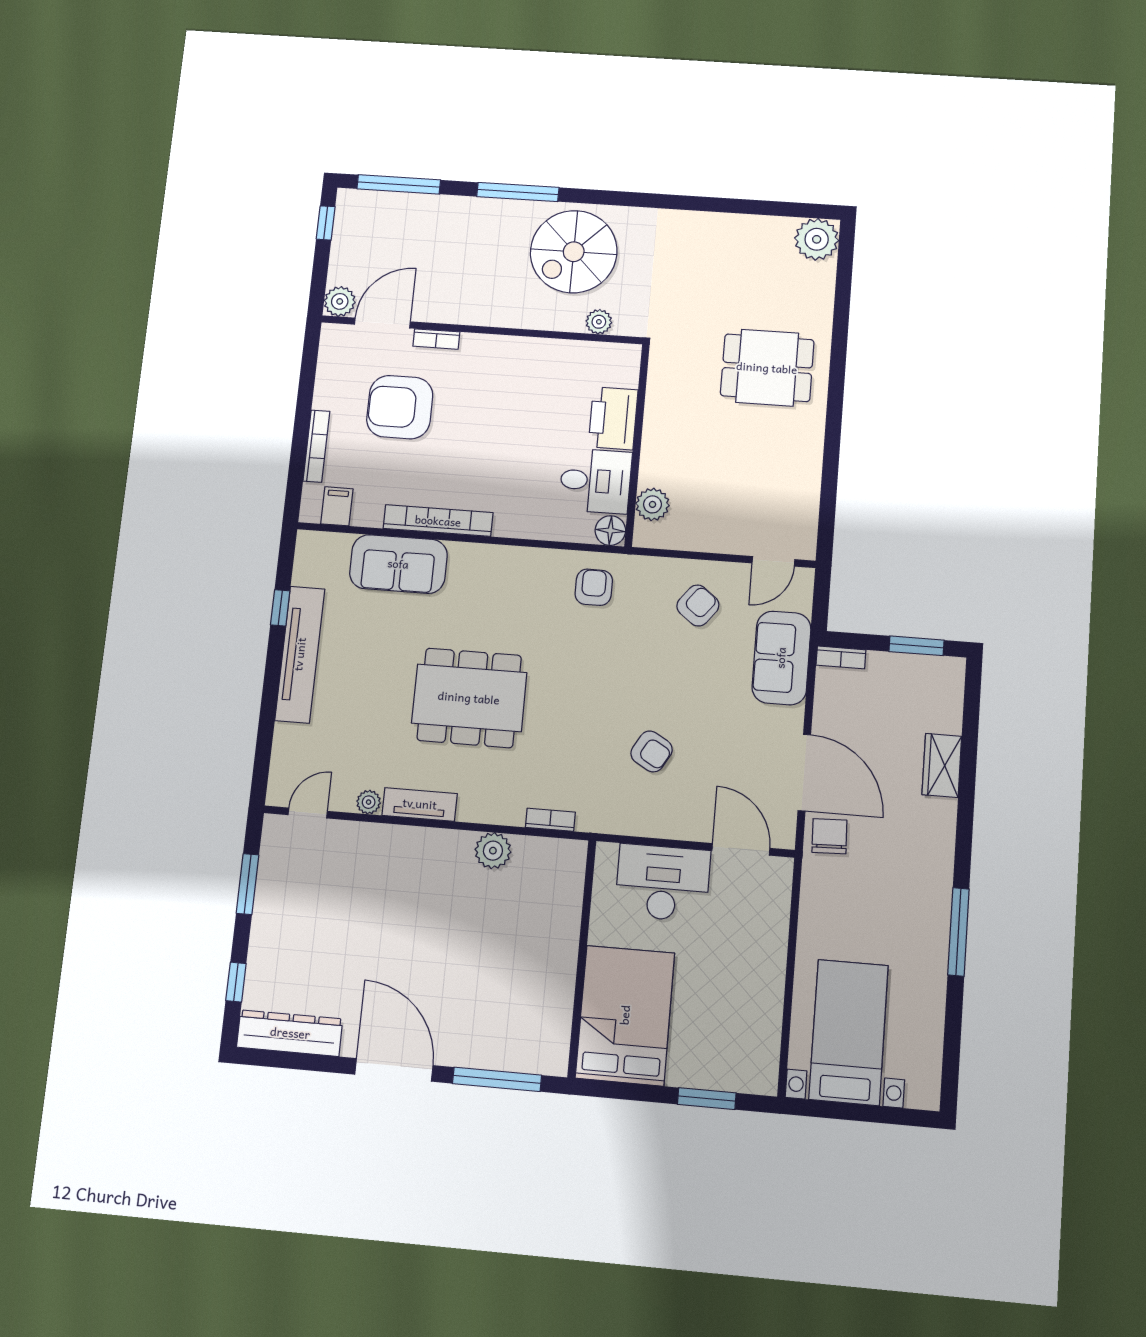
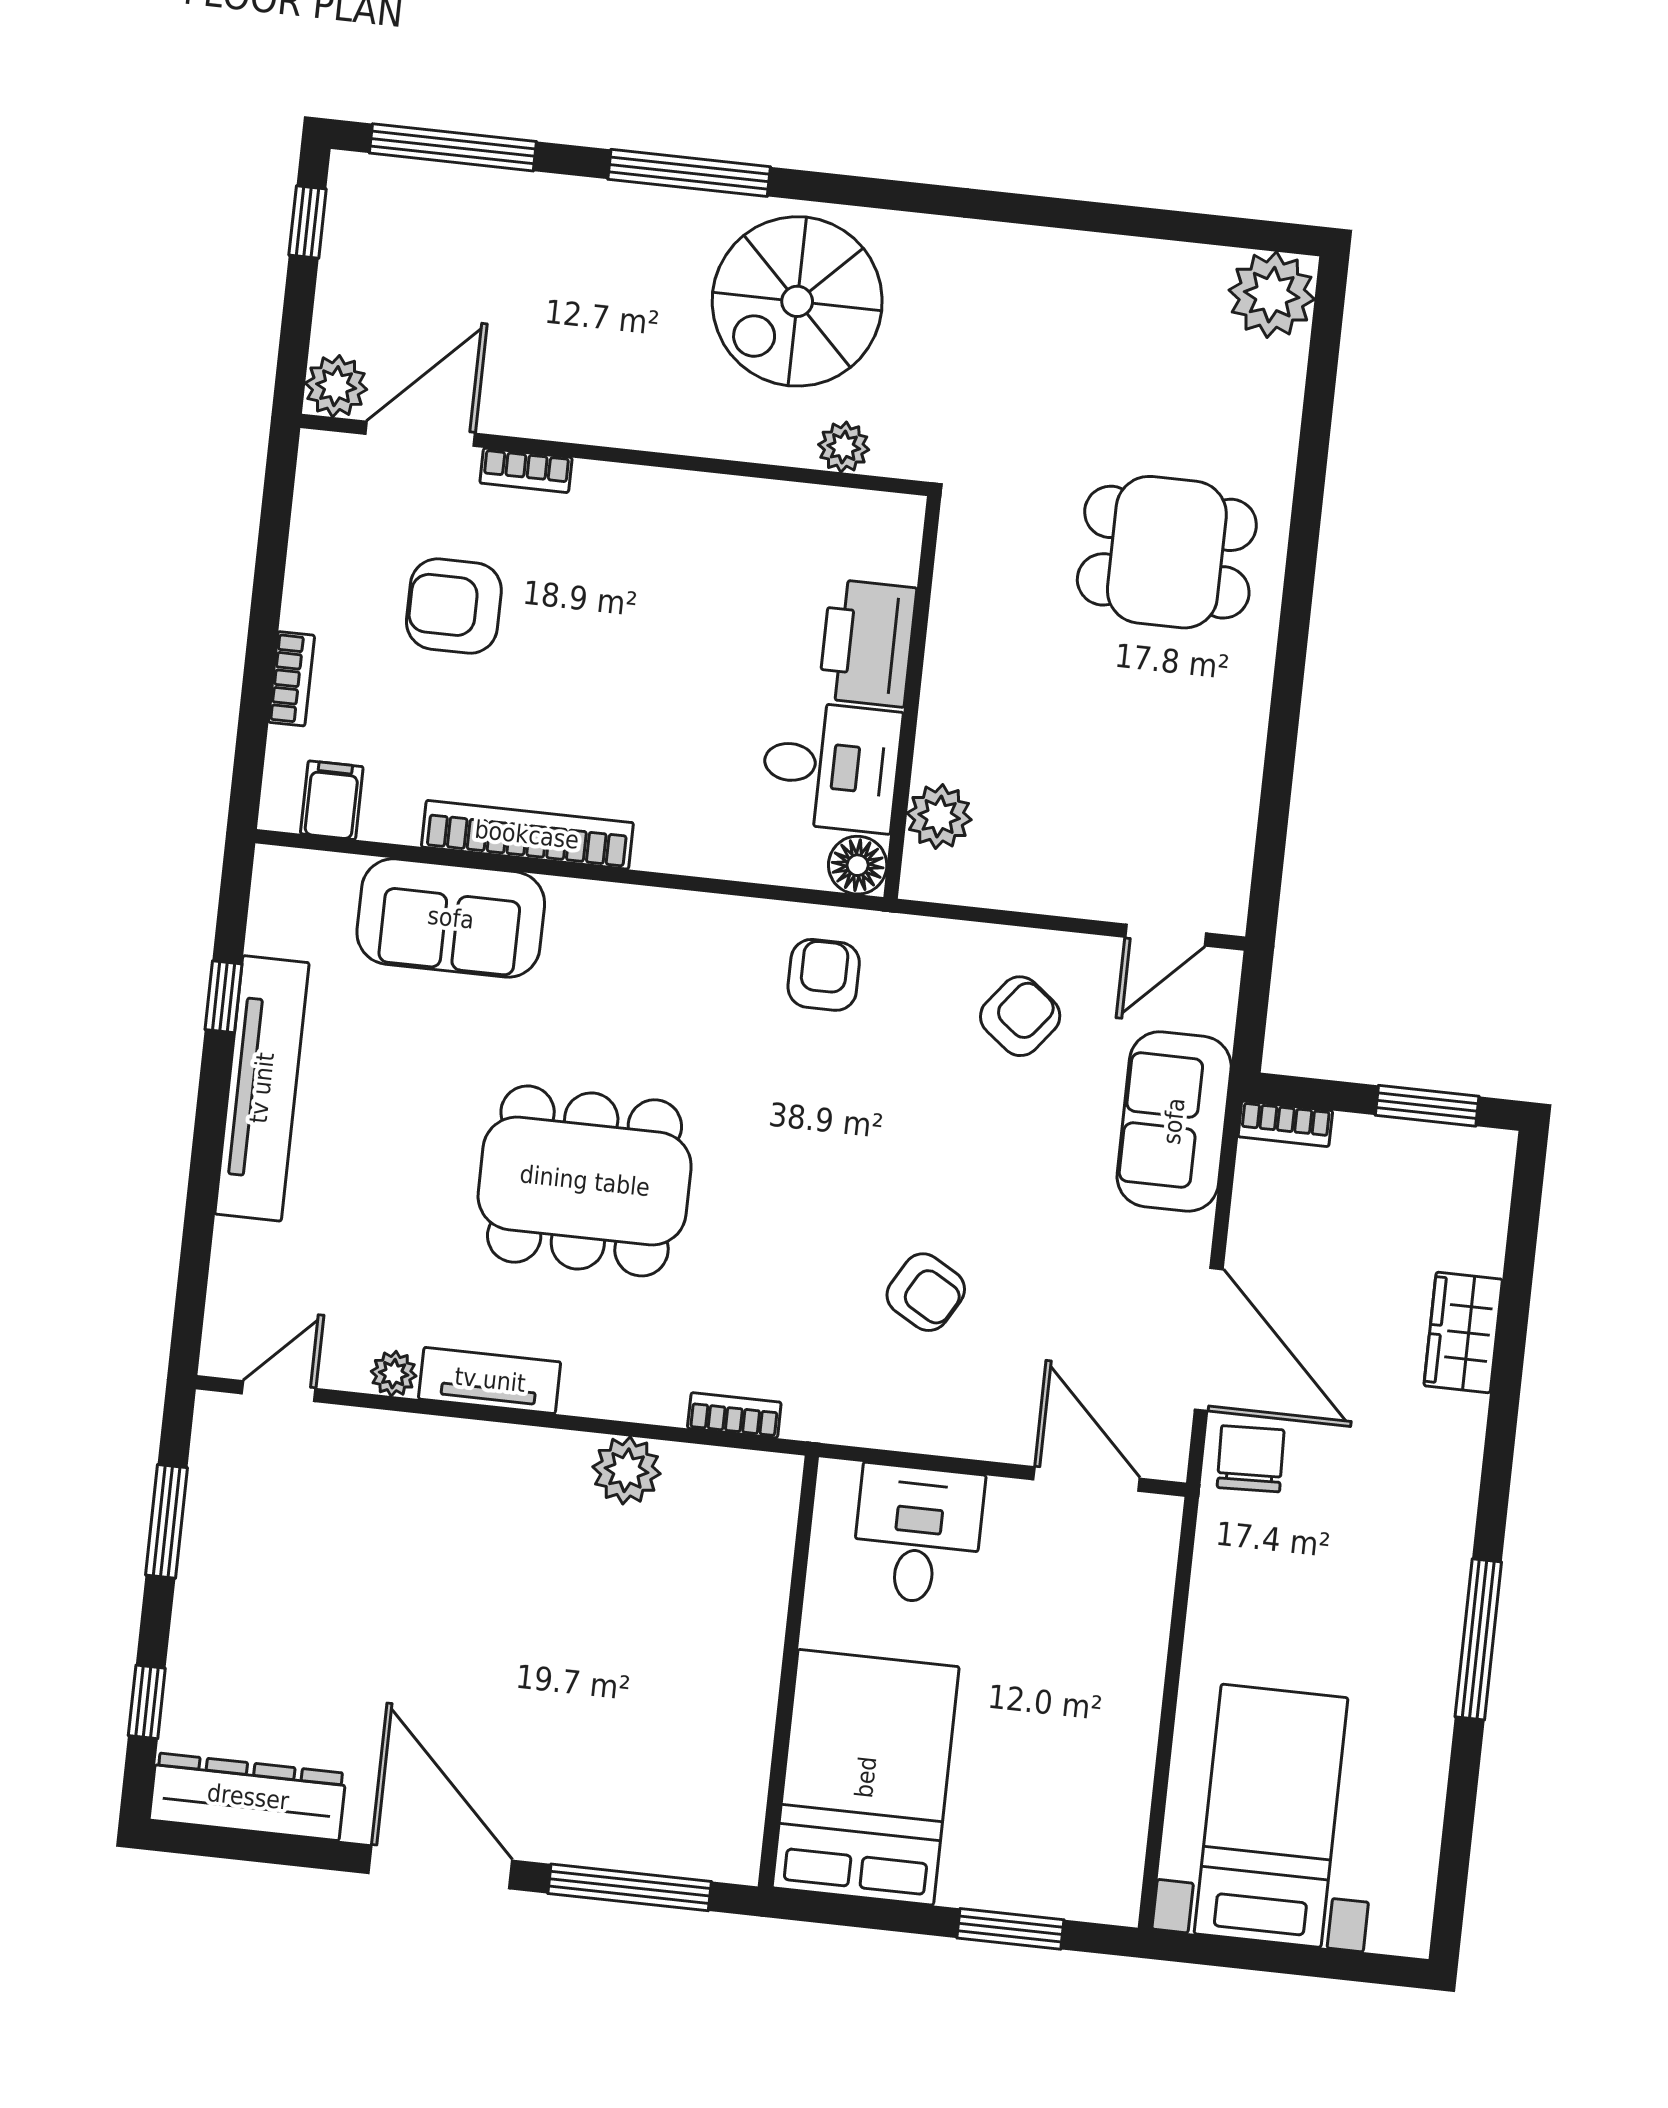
armchair: (400, 407) -> (454, 606), width x0.73, depth x0.73
bookcase: (316, 446) -> (291, 679), width x0.64
desk: (663, 883) -> (918, 1535), width x0.73

